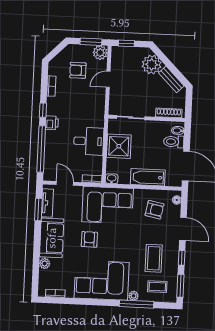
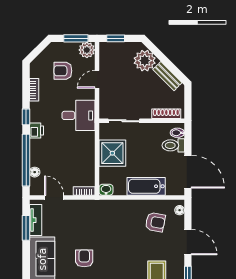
desk: (89, 141) -> (78, 115), moved
floor lamp: (48, 160) -> (35, 172), added
corner sofa: (108, 205) -> (103, 219), removed

